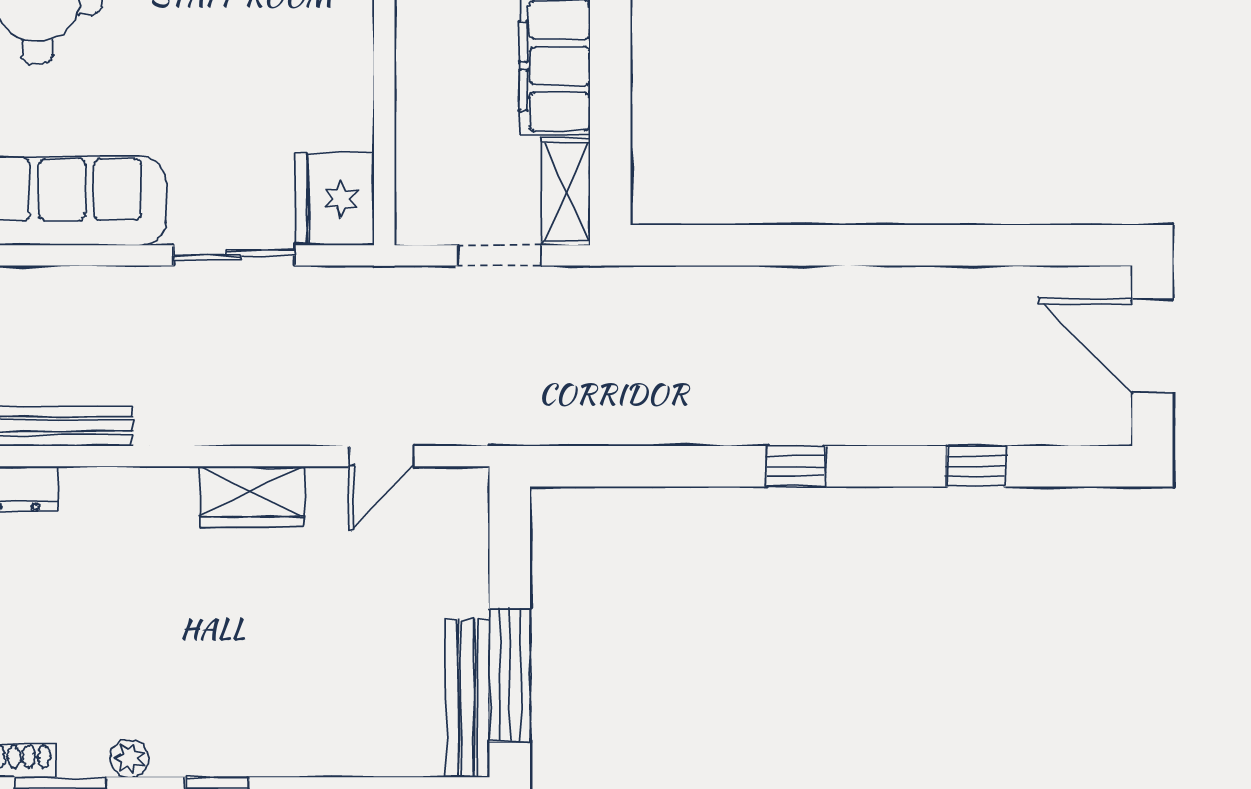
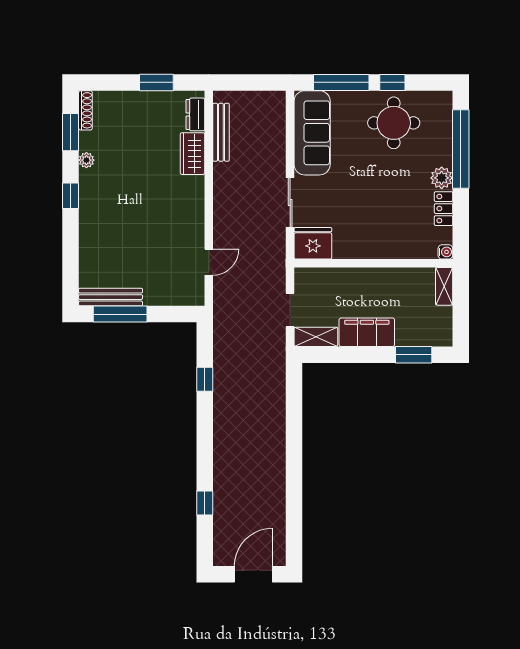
door: (381, 456) -> (209, 262), swing flipped
window: (796, 466) -> (205, 379), moved
wardrobe: (252, 496) -> (192, 154), moved

